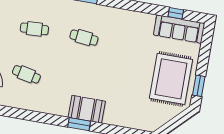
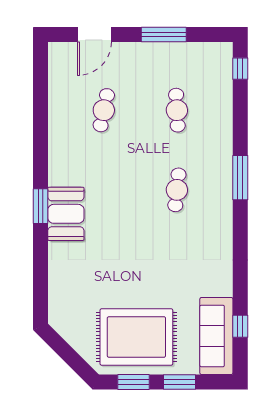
window: (204, 57) -> (179, 382), added

